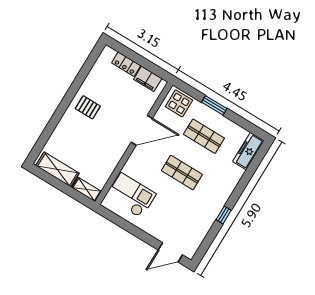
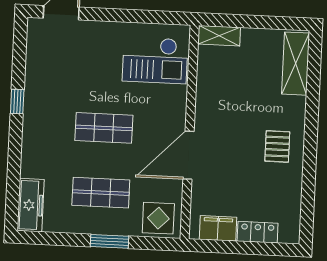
pallet: (88, 107) -> (277, 146), turned 90
shelving: (57, 169) -> (296, 64), moved, turned 90

